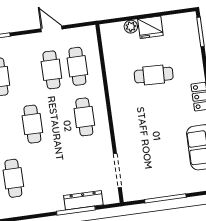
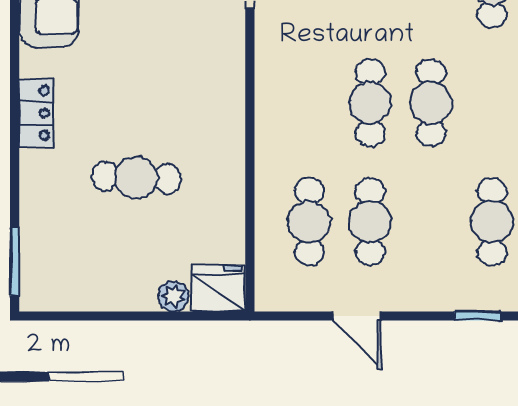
fridge: (150, 27) -> (219, 288), moved
cafe table: (84, 117) -> (370, 103), moved

